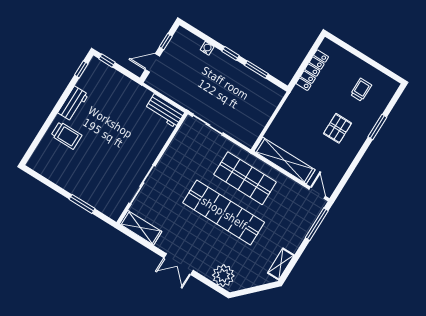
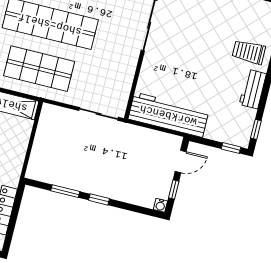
water cooler: (207, 48) -> (160, 205), moved
workbench: (165, 111) -> (168, 115), width x1.88, depth x1.32

